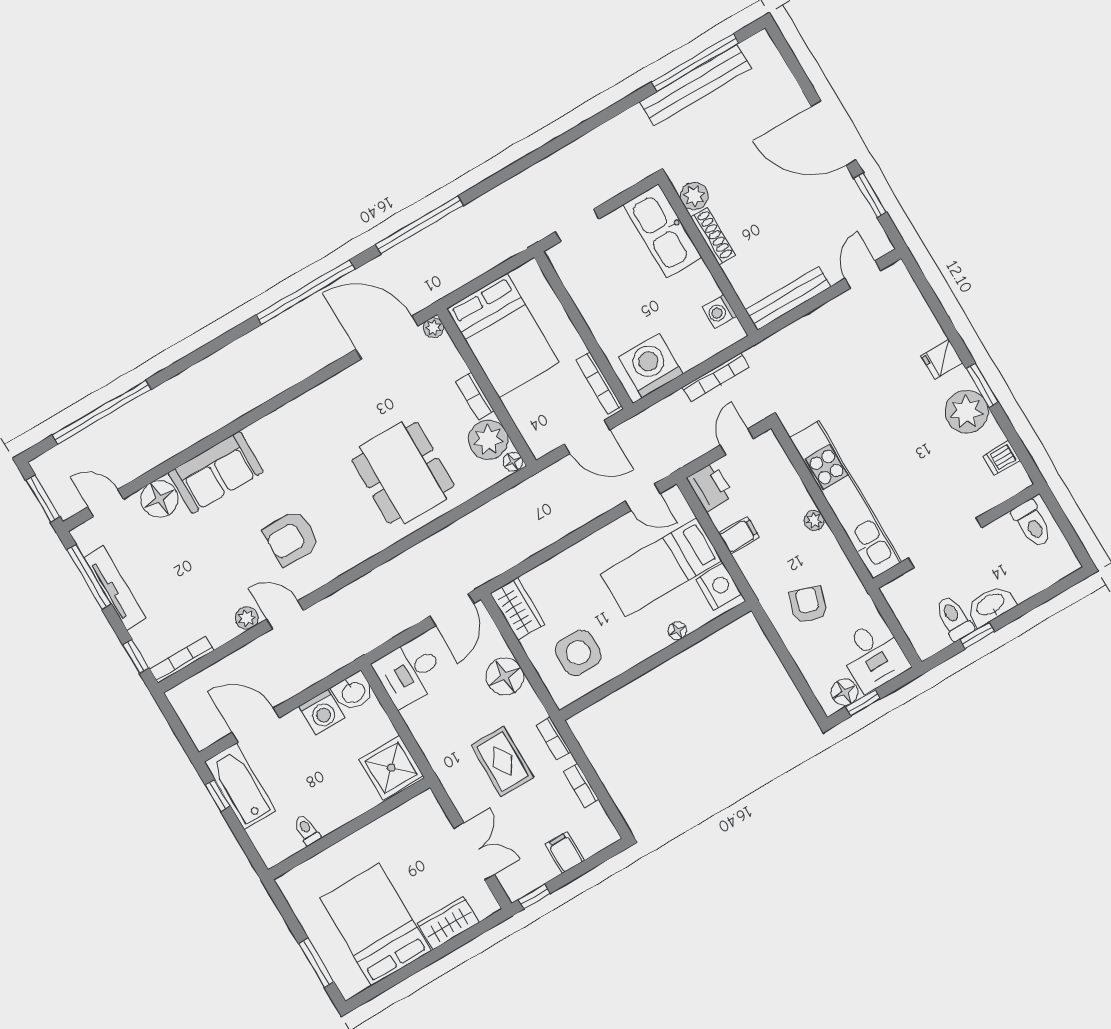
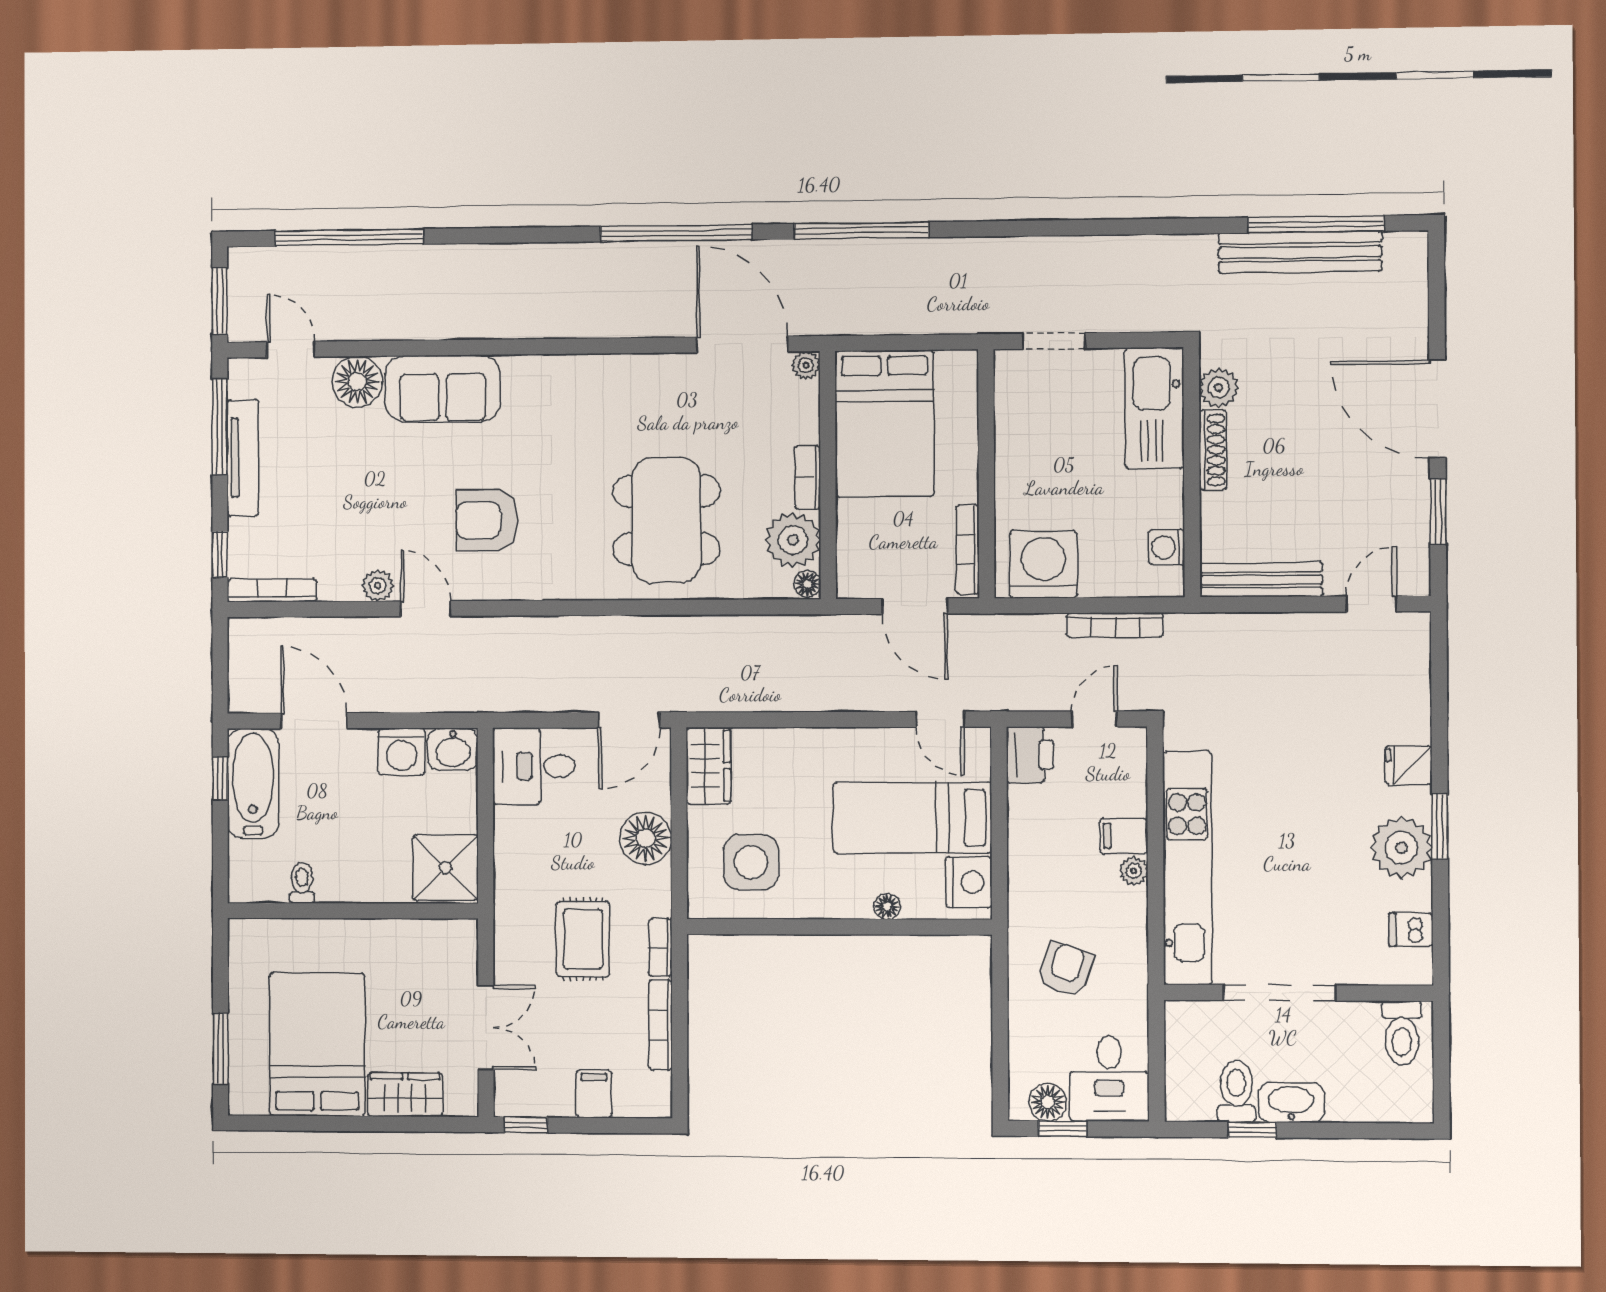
filing cabinet: (739, 535) -> (1124, 836), moved, turned 180
bookcase: (581, 786) -> (661, 1025), width x1.56

